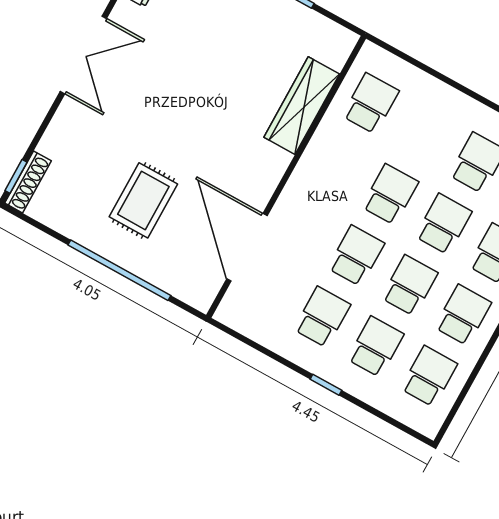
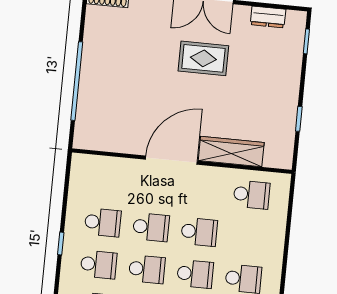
rug: (143, 200) -> (203, 58), moved
door: (247, 247) -> (171, 160), moved

